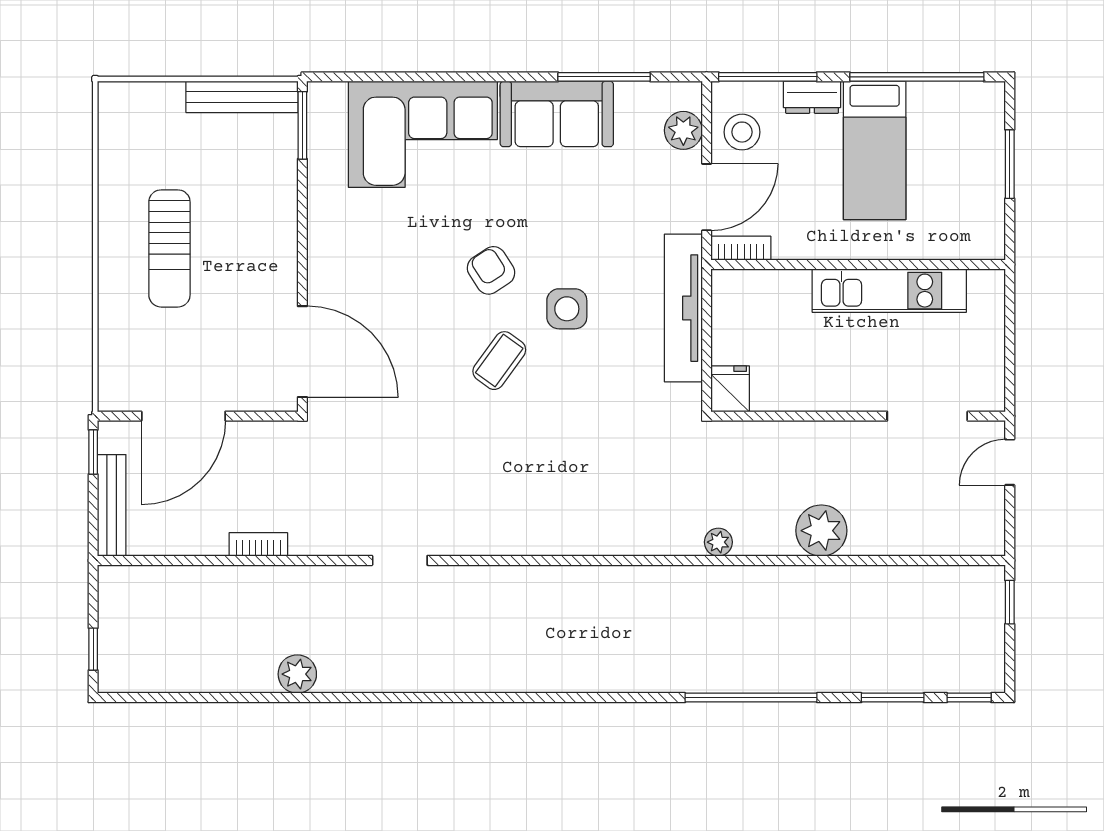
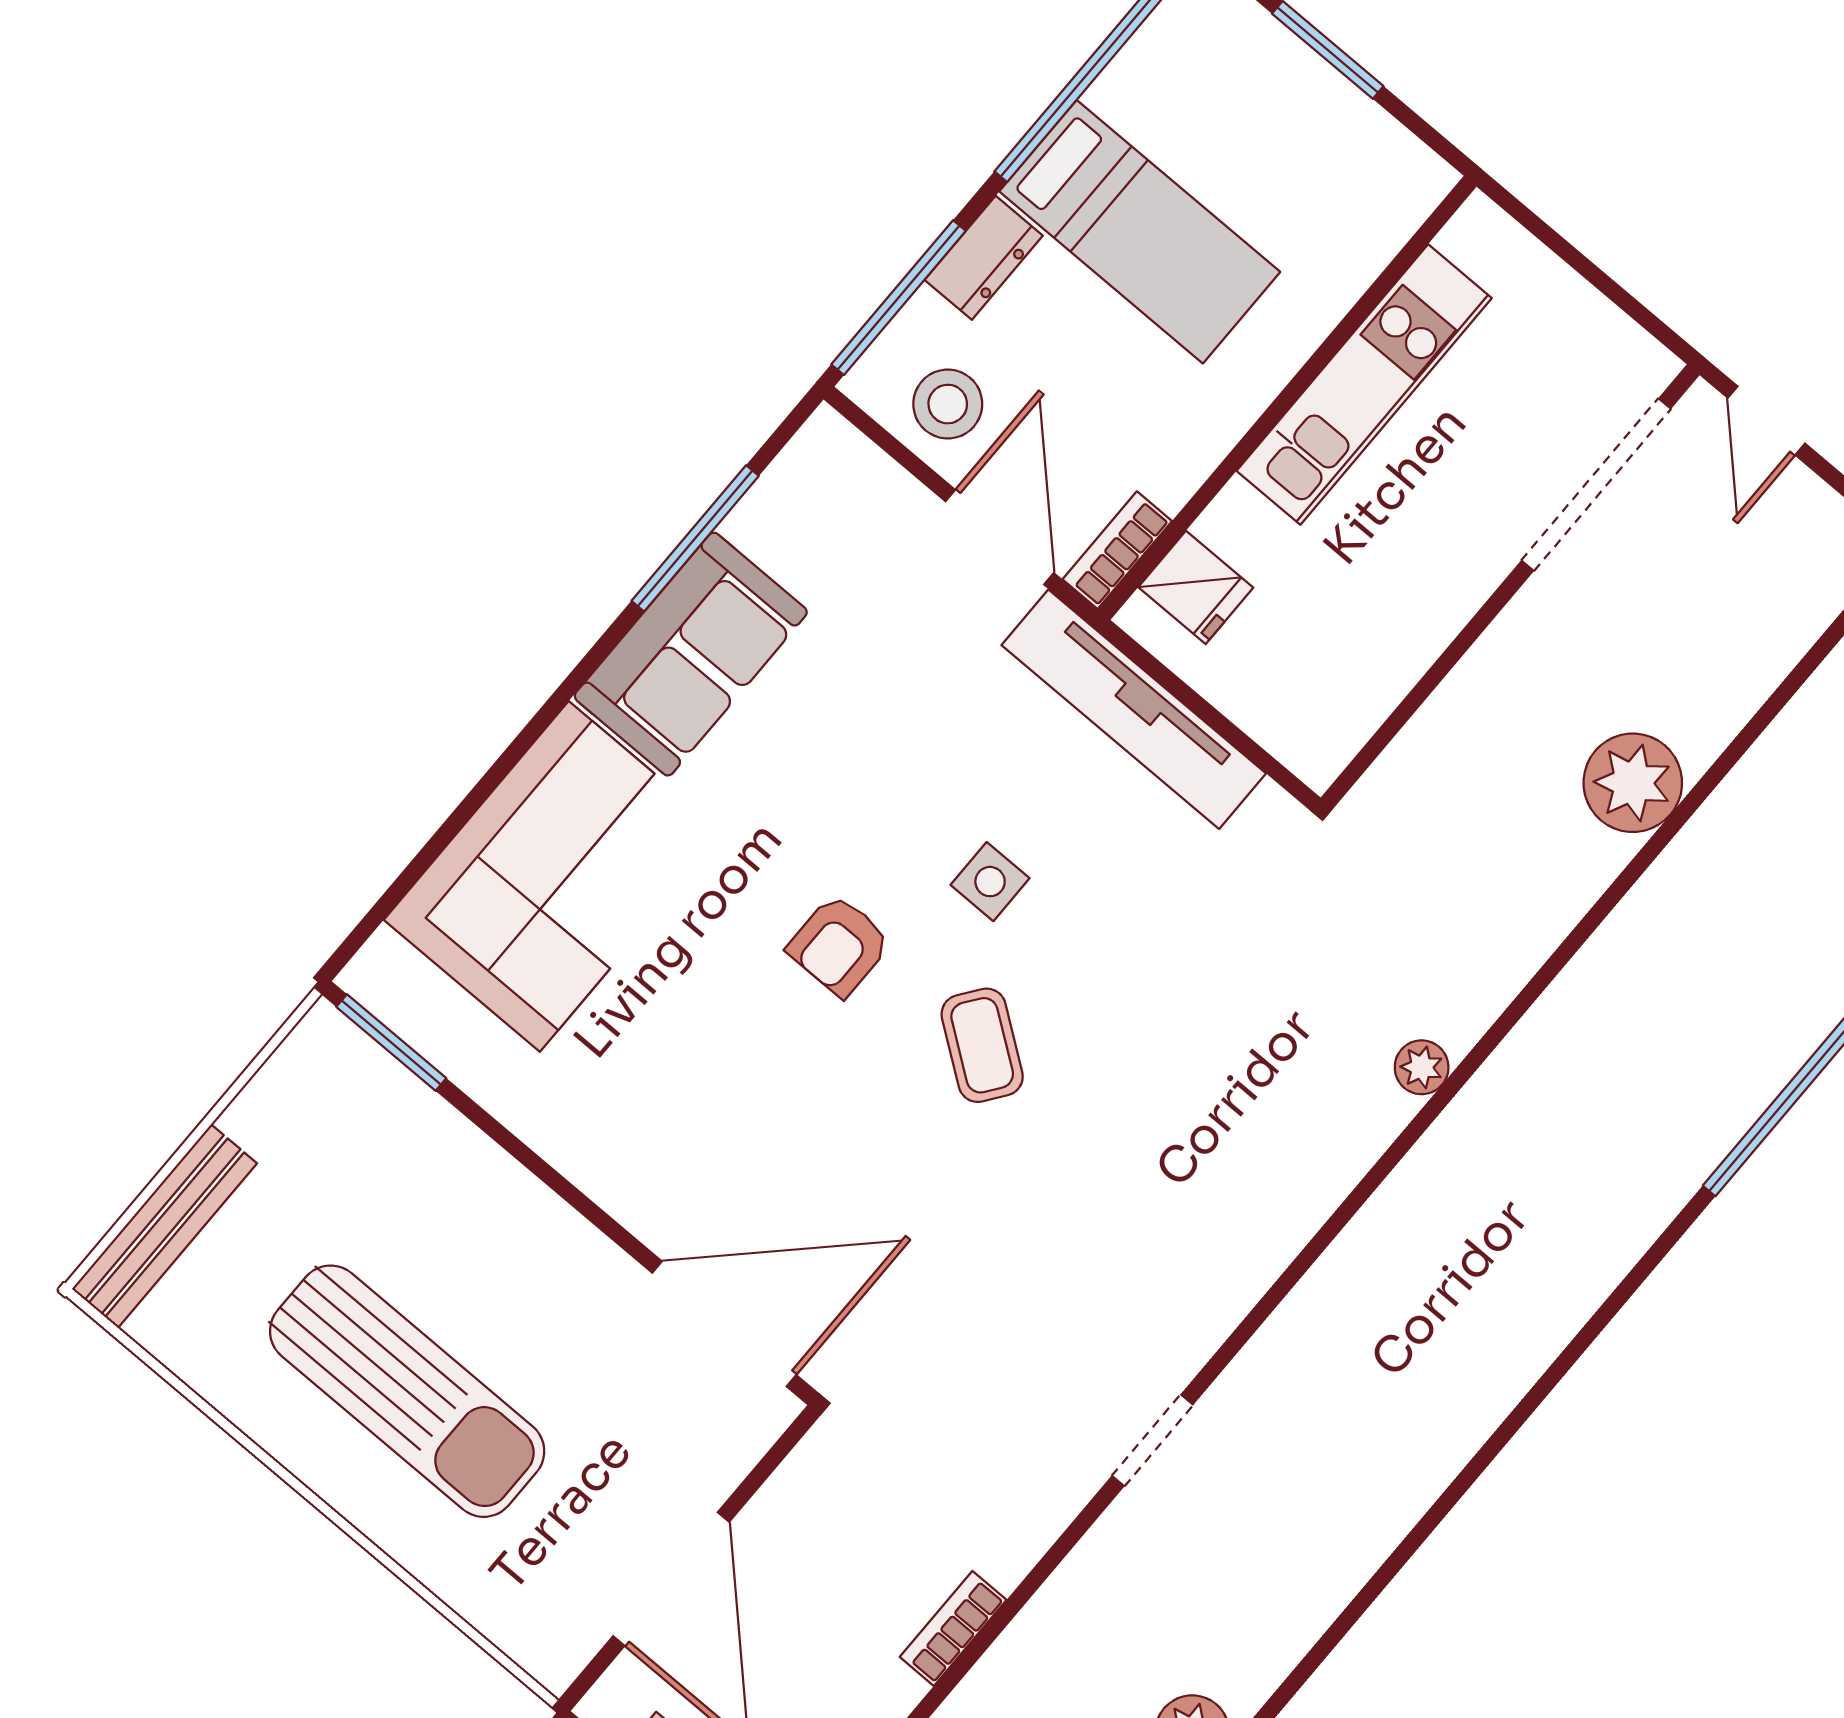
bench: (242, 97) -> (164, 1226), moved
plant: (683, 130) -> (872, 488), removed
sun lounger: (169, 248) -> (407, 1391), width x1.36, depth x1.34
armchair: (491, 270) -> (839, 945), turned -57
side table: (567, 309) -> (990, 882), width x0.73, depth x0.73
fridge: (730, 389) -> (1196, 587), moved, turned 180
doorway: (927, 416) -> (1596, 485), width x1.36
plant: (718, 542) -> (1422, 1067), moved

